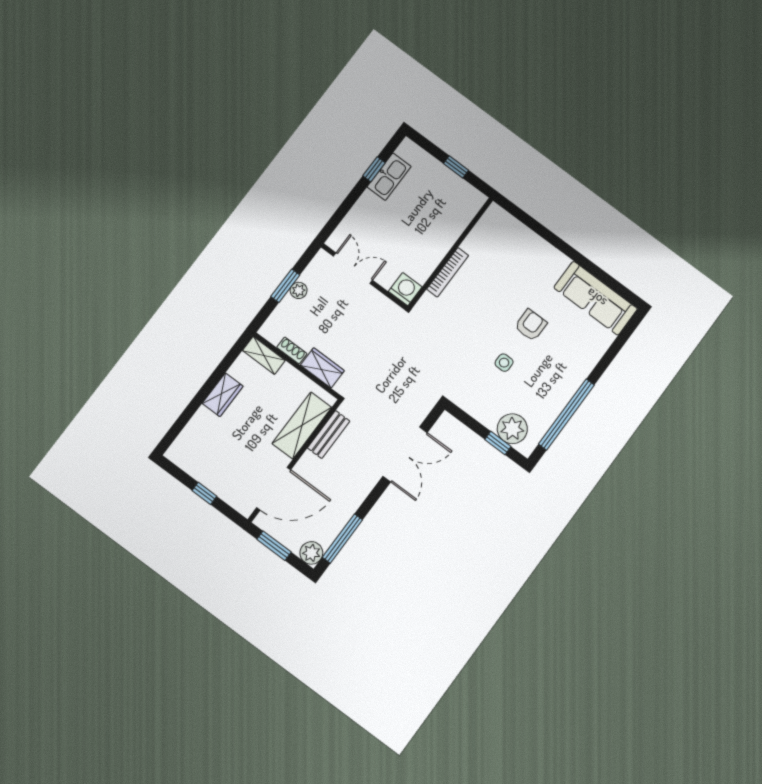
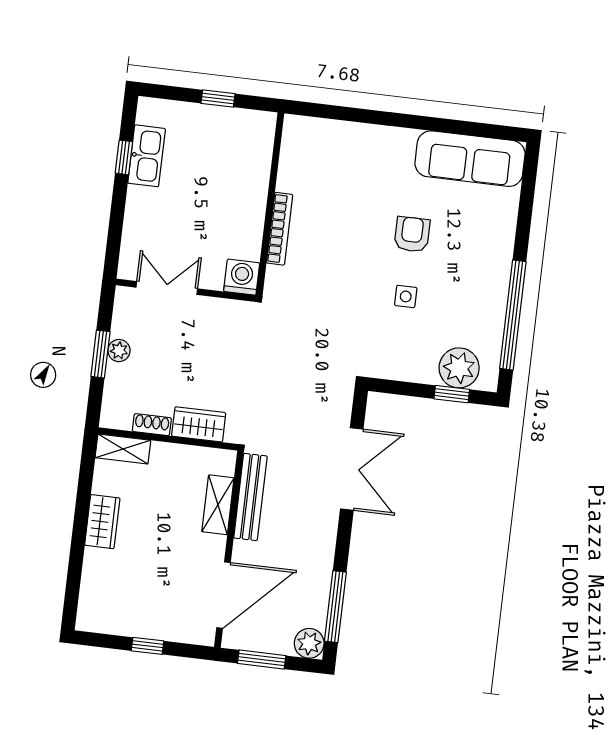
shelving: (302, 425) -> (218, 505), width x0.67, depth x0.75
bench: (329, 435) -> (250, 497), width x1.36

